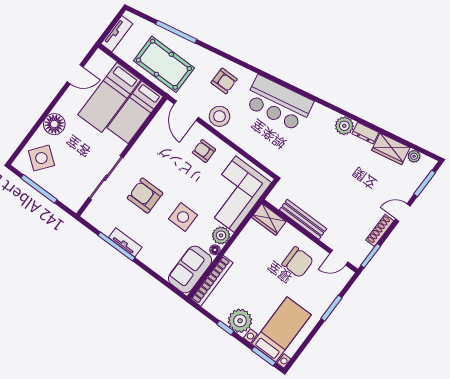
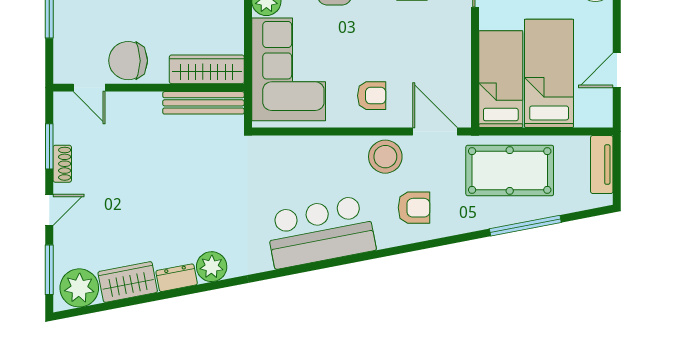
armchair: (224, 81) -> (414, 208), turned 180
plant: (414, 156) -> (79, 288), width x1.88, depth x1.88
wardrobe: (269, 219) -> (207, 69), width x1.50
bench: (303, 219) -> (203, 103), moved
shoe rack: (380, 230) -> (62, 164), width x0.70
window: (371, 256) -> (49, 146), moved
door: (339, 258) -> (89, 88), swing flipped
chair: (298, 262) -> (128, 61), moved

